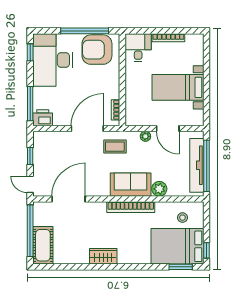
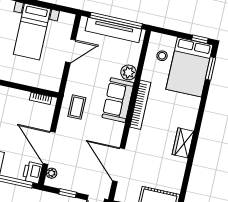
door: (87, 128) -> (49, 148), moved
plant: (145, 136) -> (52, 173), moved

